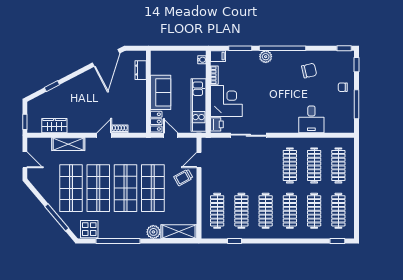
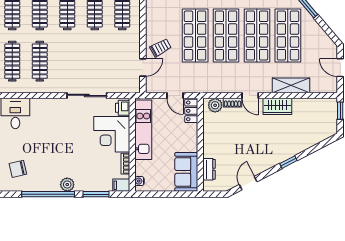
door: (106, 58) -> (248, 183), width x0.53
window: (52, 86) -> (288, 162), moved
sofa: (161, 92) -> (186, 172), moved
wardrobe: (54, 126) -> (277, 106), moved
plant: (135, 127) -> (215, 105), added
door: (104, 135) -> (250, 95), hinge flipped

